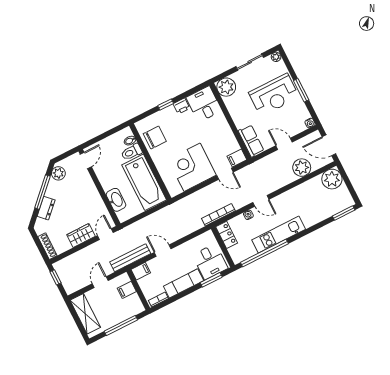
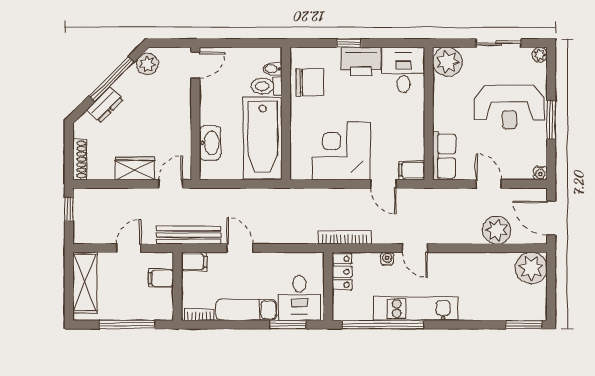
printer: (181, 106) -> (361, 61), width x1.87, depth x1.48

